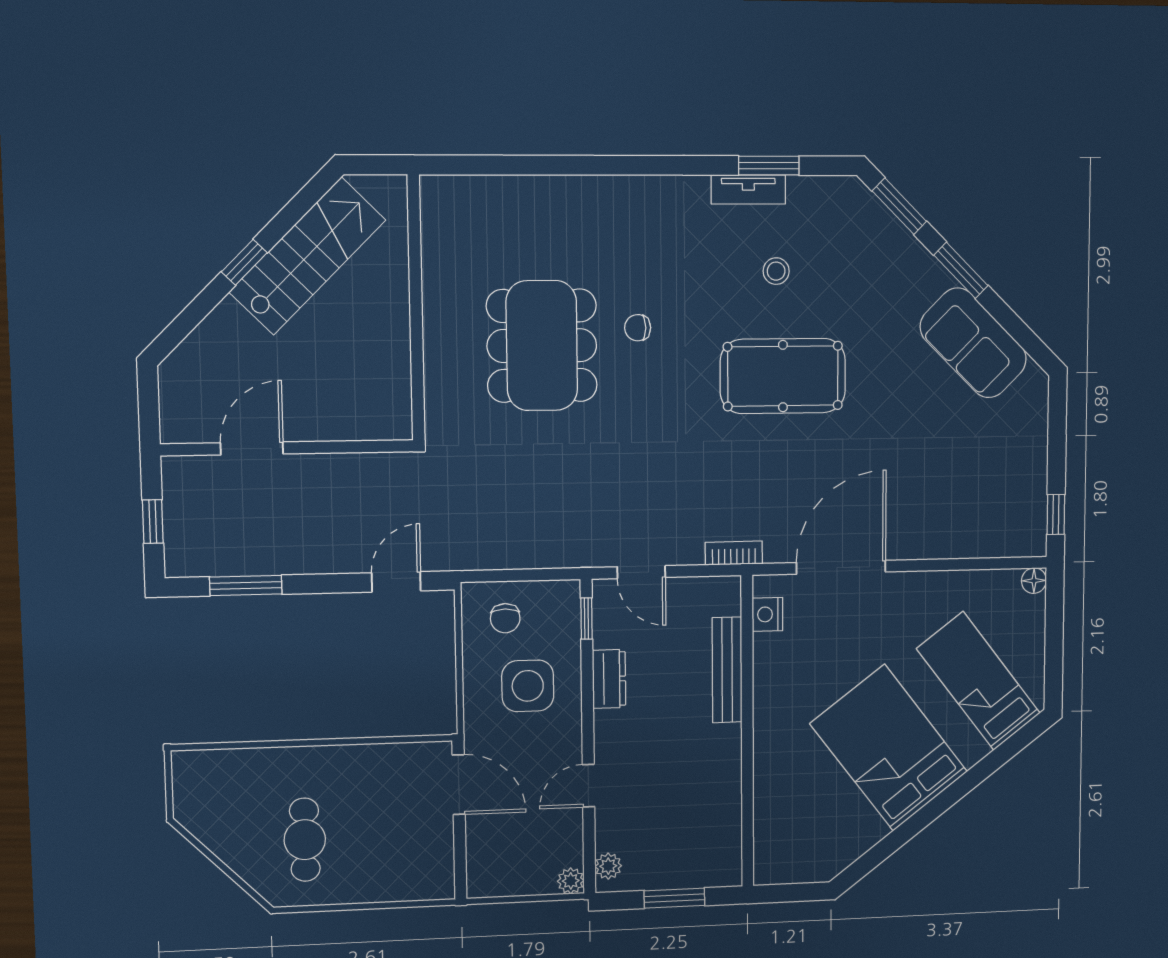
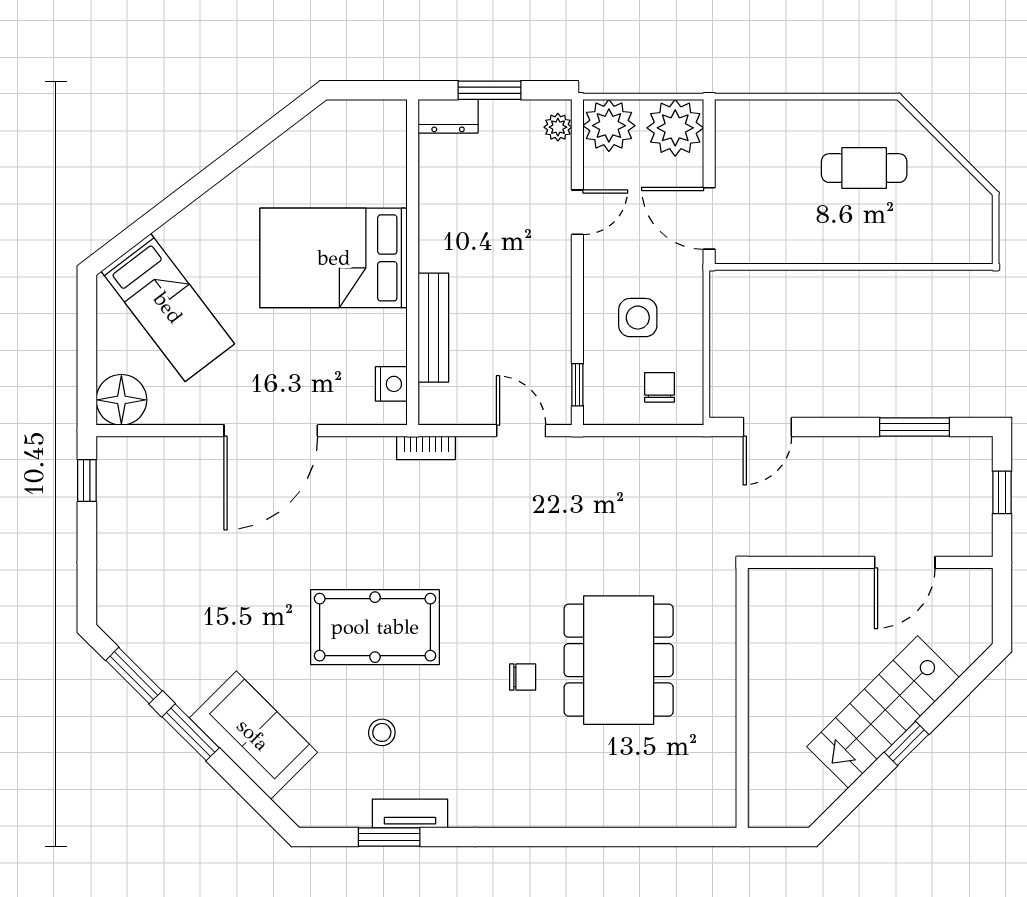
window: (899, 206) -> (134, 676), moved
stairs: (307, 256) -> (883, 712), moved
sofa: (973, 343) -> (253, 735), moved
door: (841, 567) -> (271, 431), moved
floor lamp: (1034, 581) -> (121, 400), width x1.89, depth x1.89
dresser: (609, 679) -> (448, 116), moved, turned -90
side table: (528, 686) -> (638, 318), width x0.73, depth x0.73
bed: (889, 748) -> (334, 258), moved, turned 127
cafe table: (305, 840) -> (864, 168), turned 90
plant: (494, 870) -> (675, 128), added
plant: (571, 881) -> (609, 126), width x1.87, depth x1.87

